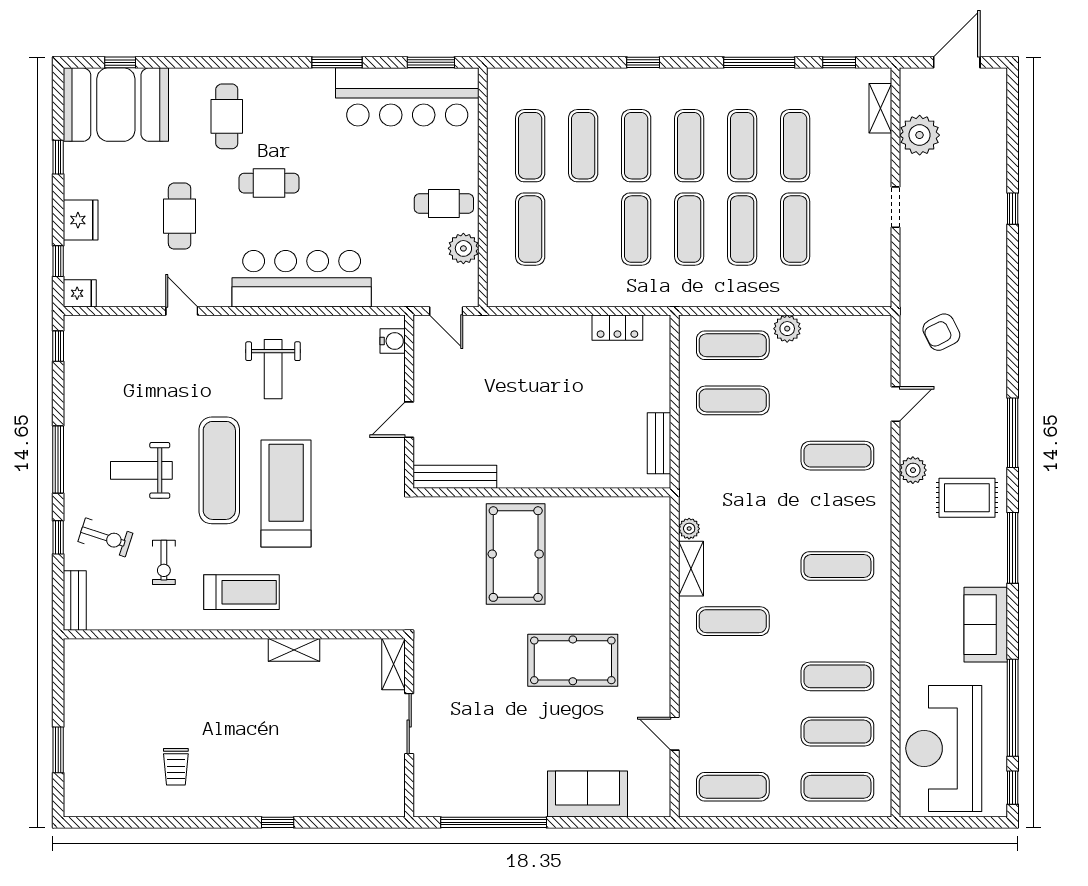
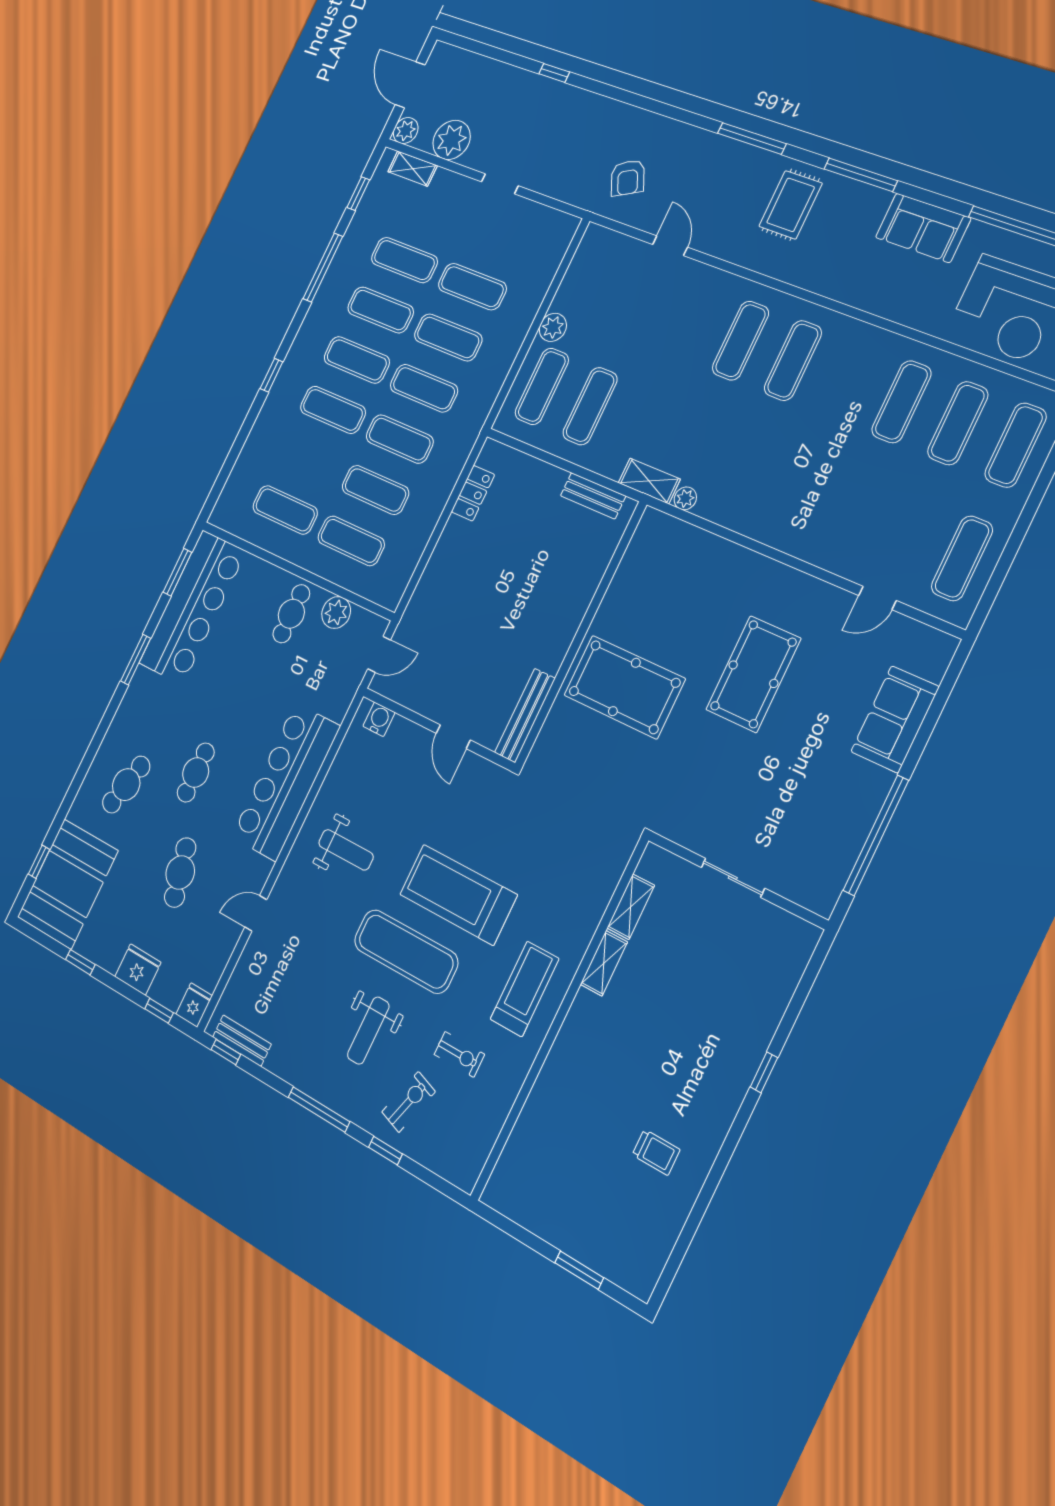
cafe table: (227, 116) -> (126, 785), turned -74
exercise mat: (583, 146) -> (375, 490), moved
cafe table: (180, 216) -> (180, 872), turned 75
exercise mat: (837, 456) -> (741, 341), moved
plant: (913, 470) -> (406, 131), moved
shelving: (691, 569) -> (649, 481), moved
bench: (75, 601) -> (242, 1041), moved
exercise mat: (733, 621) -> (795, 490), removed
shelving: (394, 664) -> (631, 907), moved, turned 90

